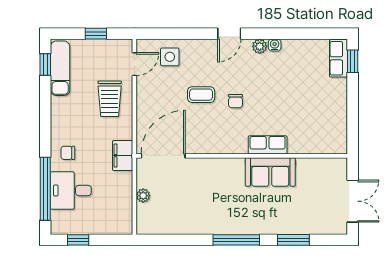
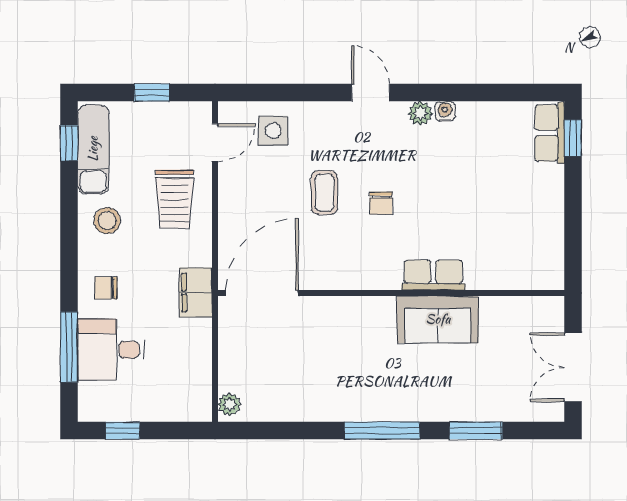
door: (229, 34) -> (371, 93), swing flipped
coffee table: (201, 95) -> (324, 193), turned 90
stool: (69, 112) -> (107, 221), added
window: (45, 189) -> (69, 347), width x0.68
plant: (143, 196) -> (229, 404), moved
double door: (353, 201) -> (573, 367), swing flipped

